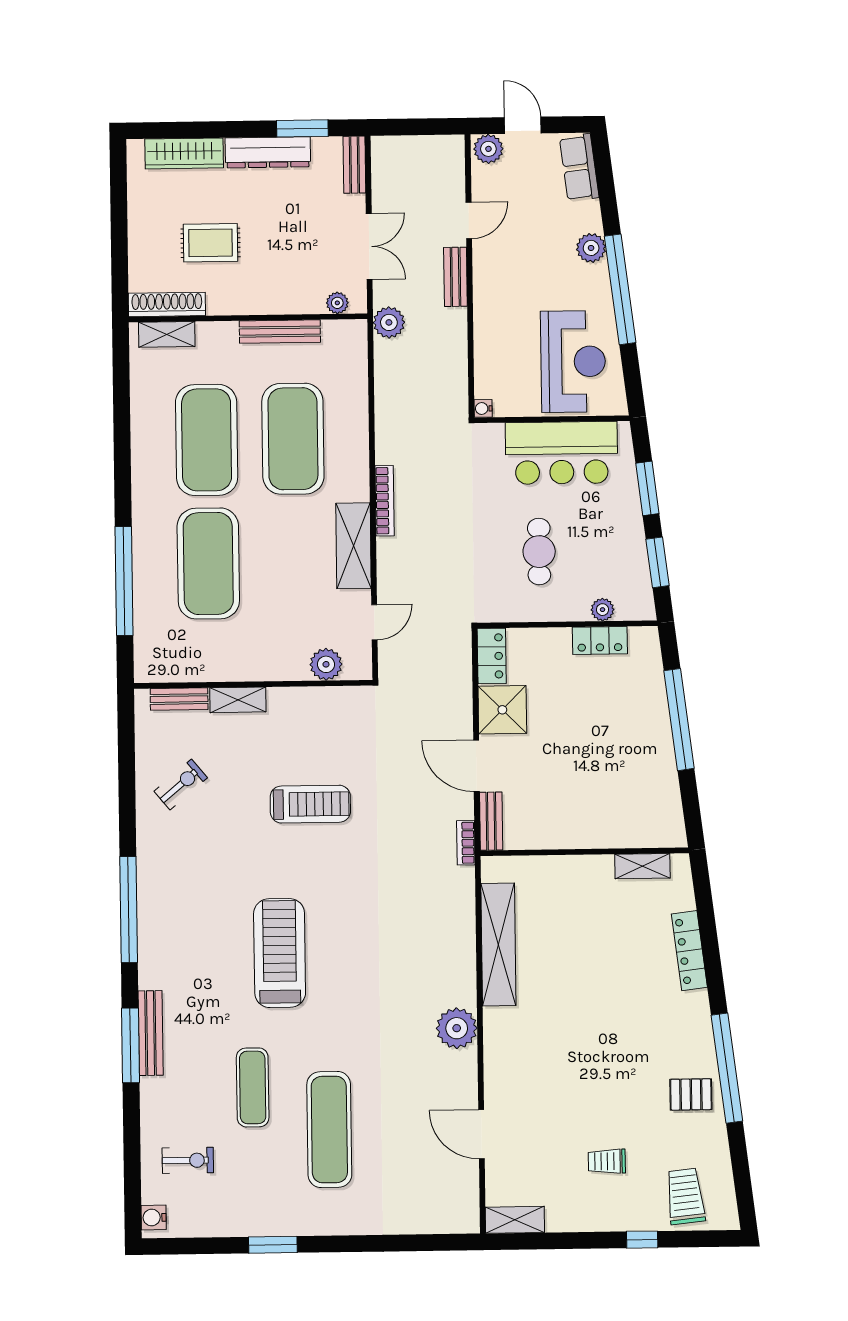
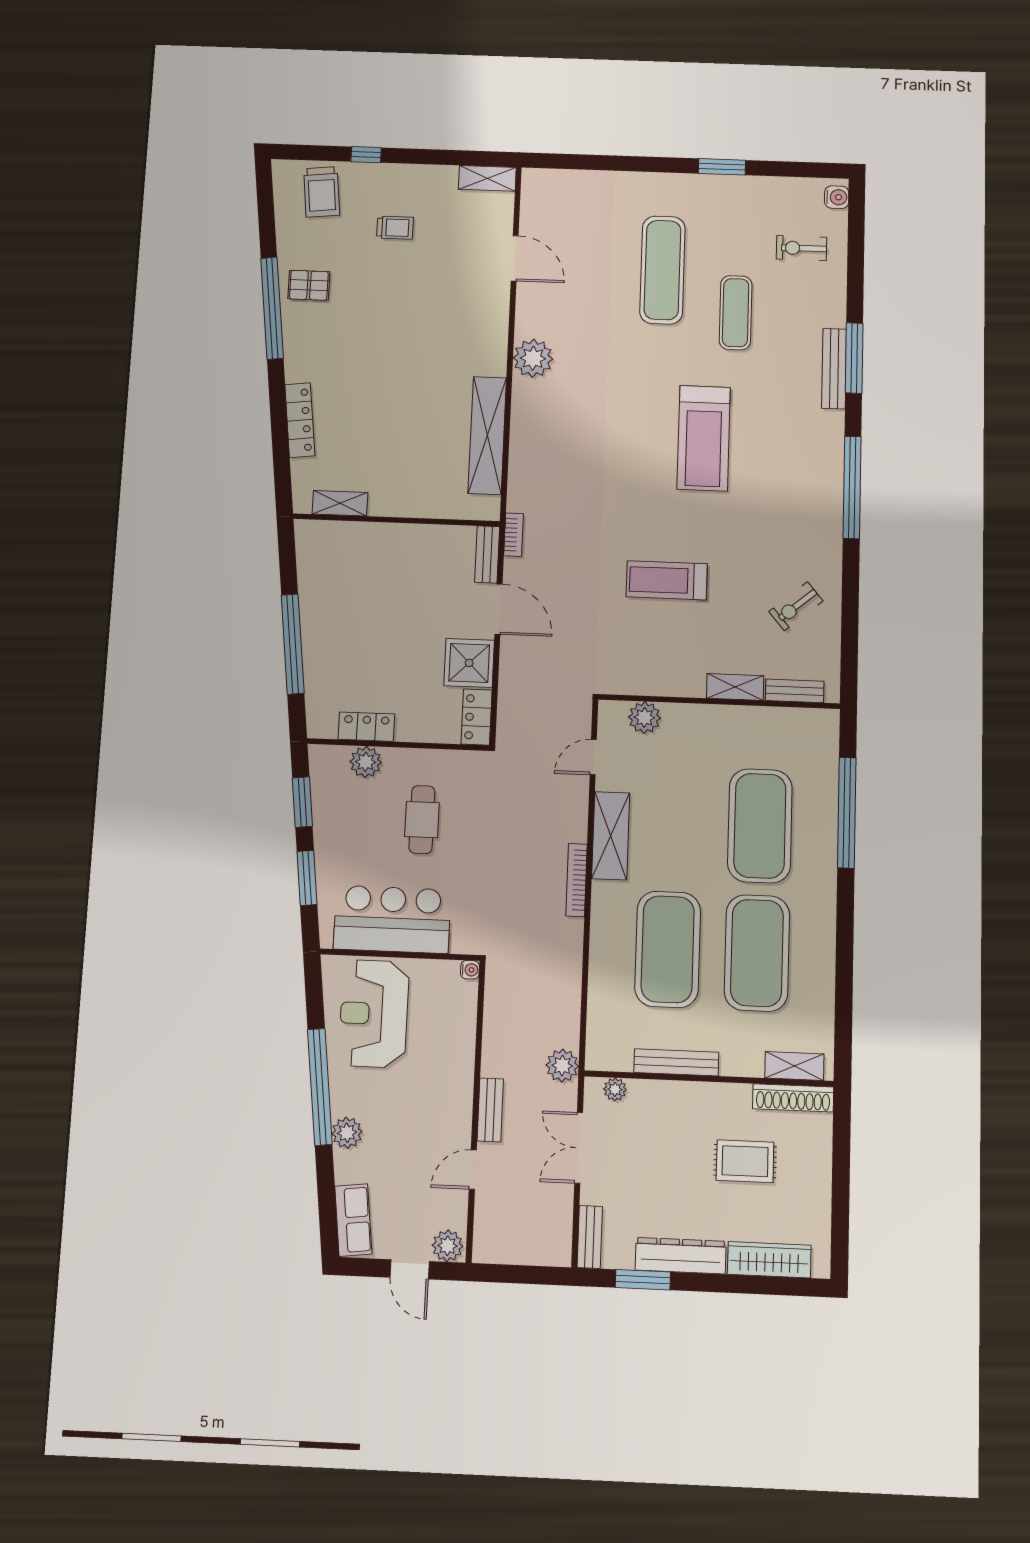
plant: (603, 610) -> (366, 762), width x1.38, depth x1.38

